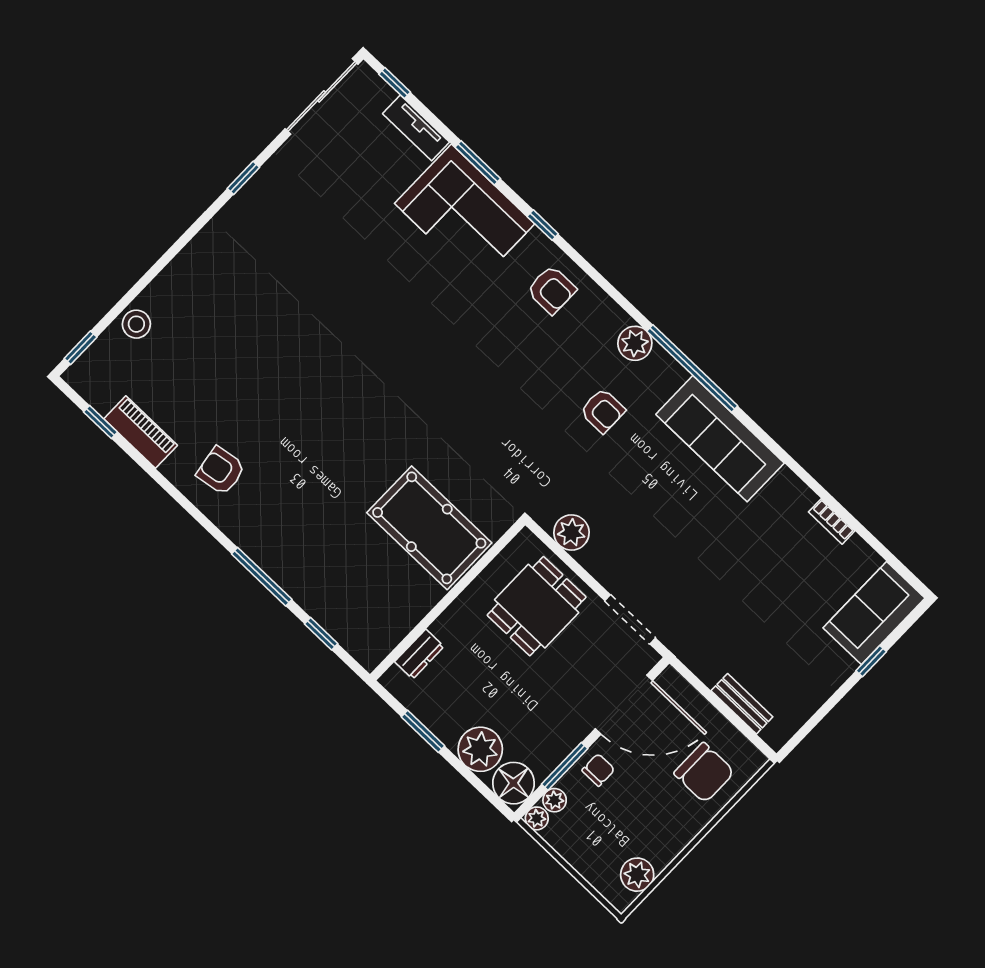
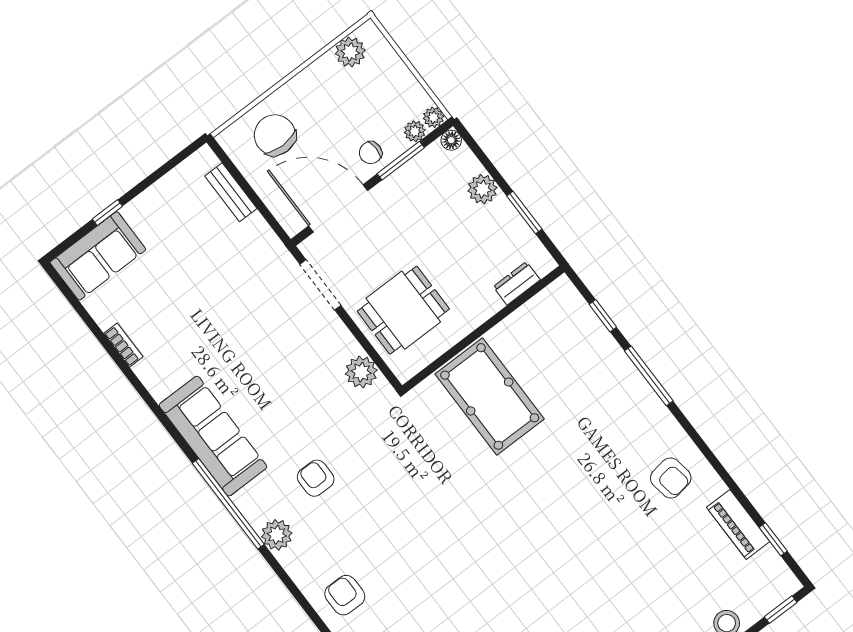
plant: (480, 749) -> (482, 189), width x0.73, depth x0.73
floor lamp: (513, 783) -> (451, 140), width x0.53, depth x0.53

